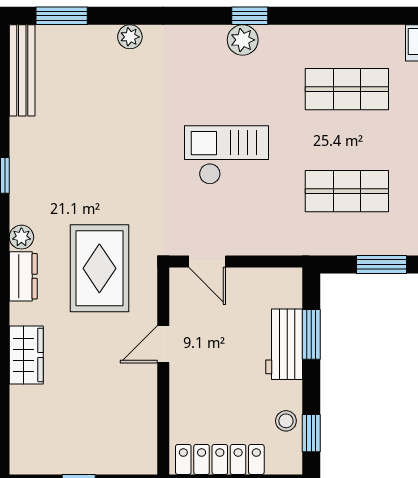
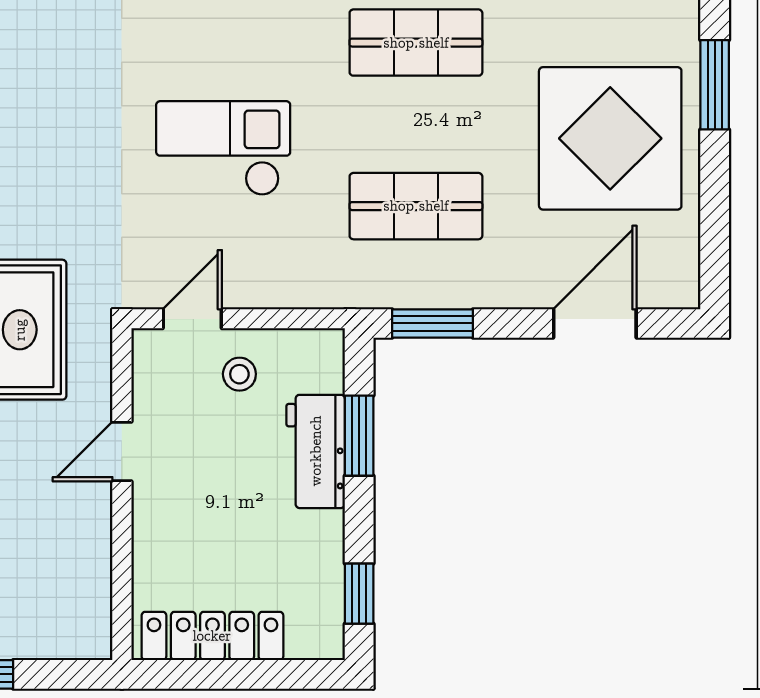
door: (207, 261) -> (192, 319), swing flipped
window: (382, 264) -> (432, 323), moved
stool: (286, 421) -> (239, 374), moved

